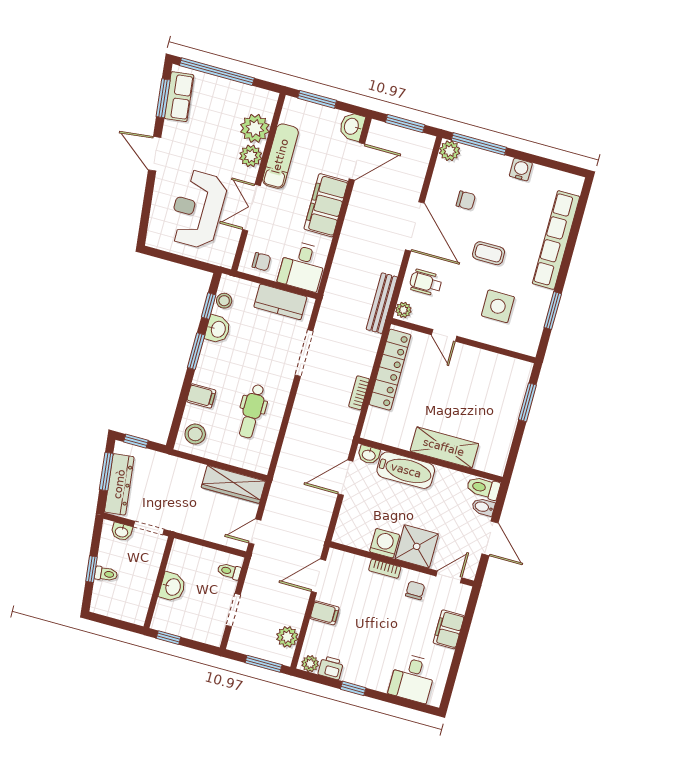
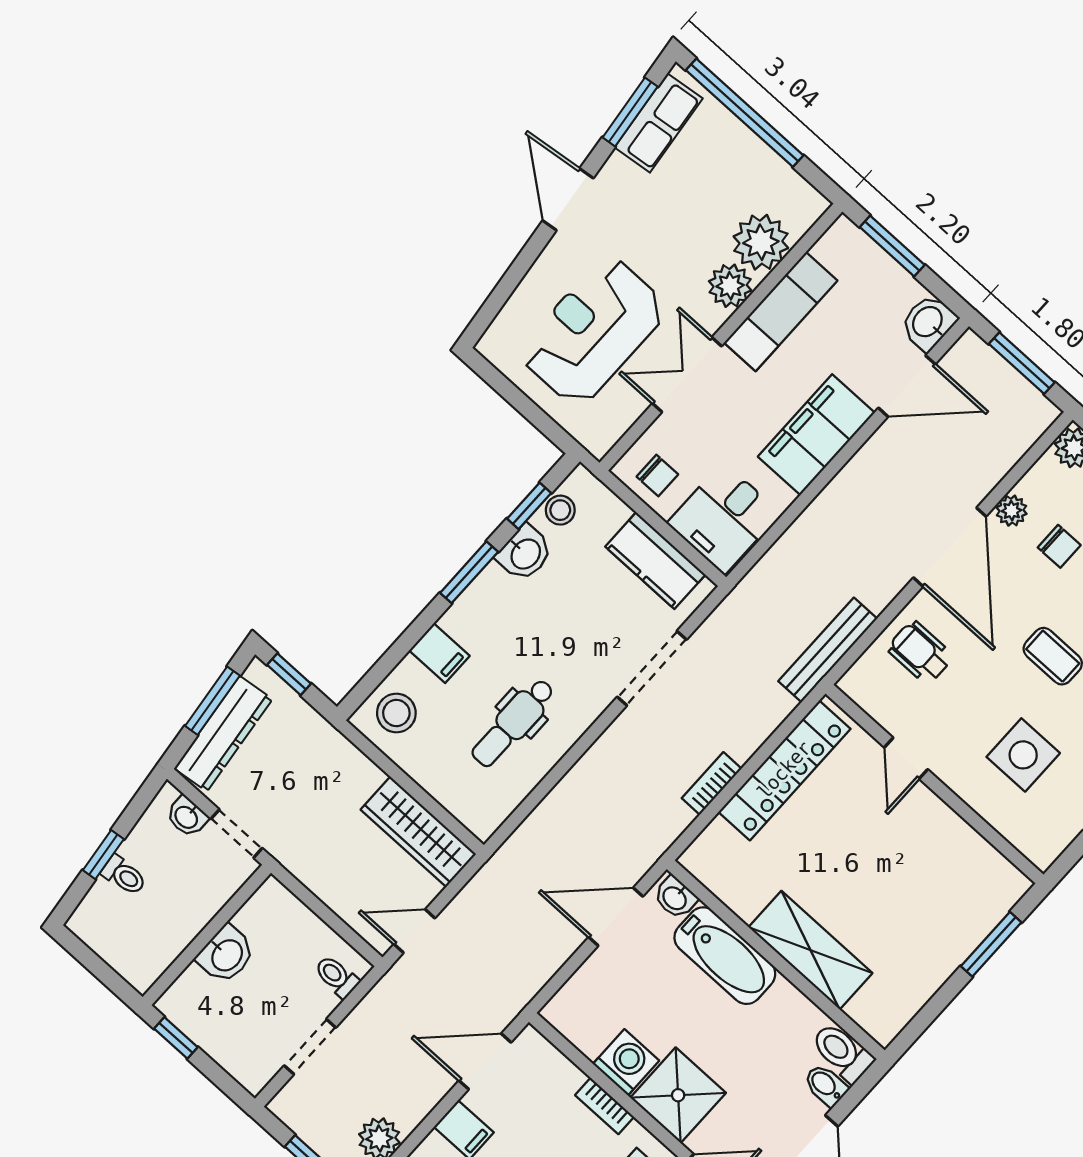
plant: (403, 310) -> (1012, 511), moved

